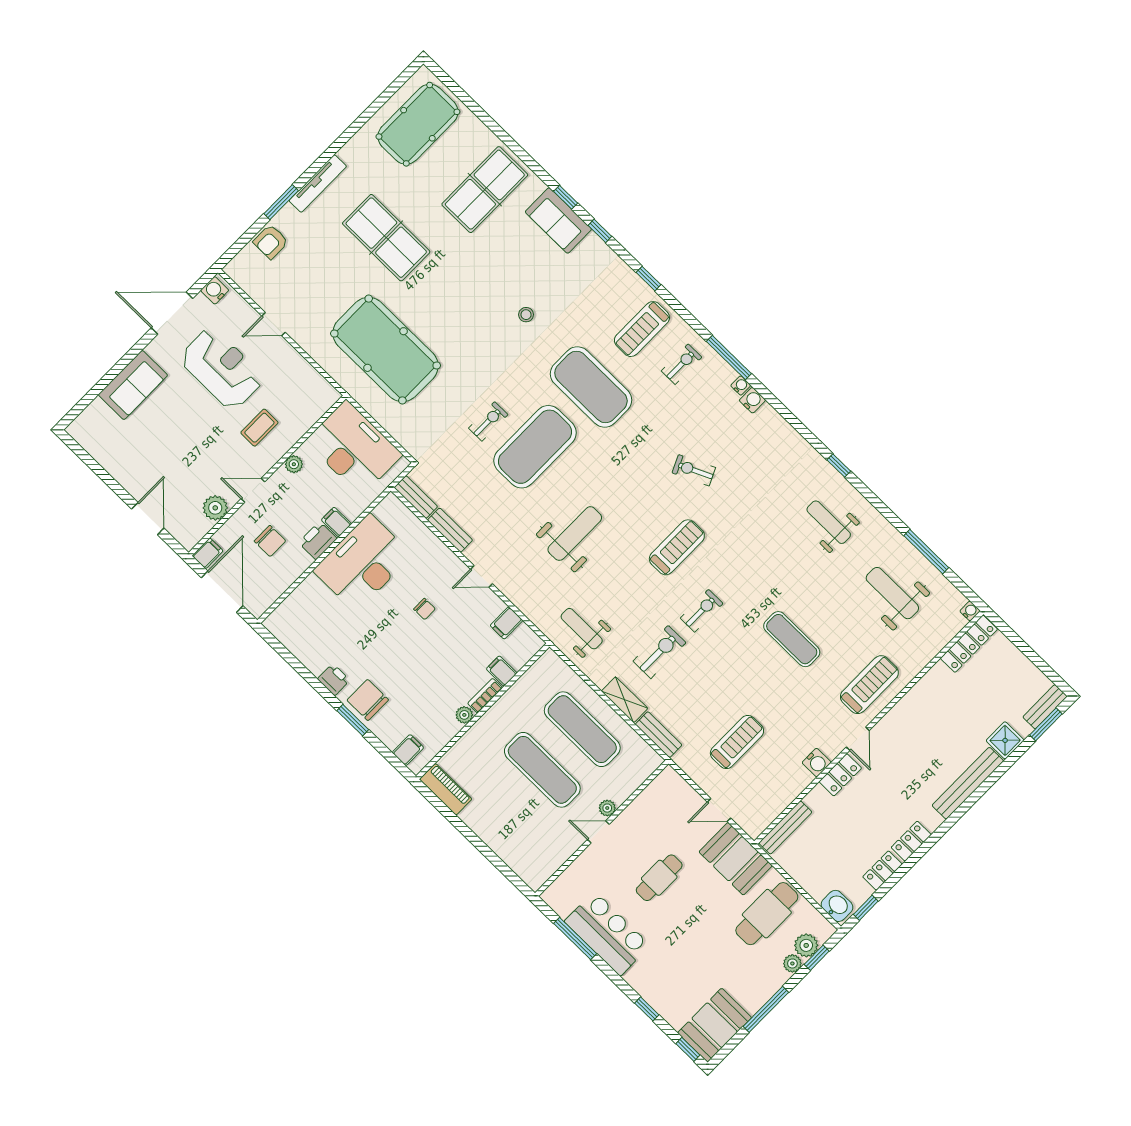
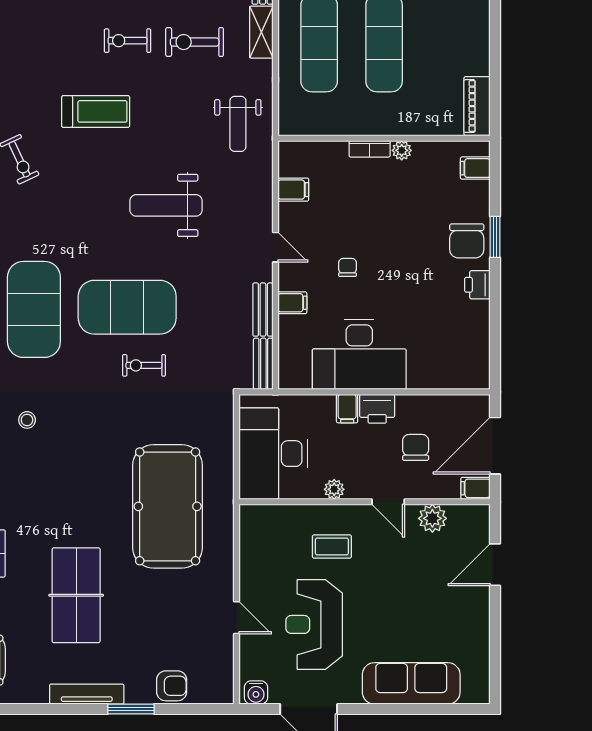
sofa: (133, 385) -> (411, 683), width x1.36
treadmill: (677, 547) -> (96, 111), turned 180
filing cabinet: (502, 671) -> (292, 303), moved, turned -90

